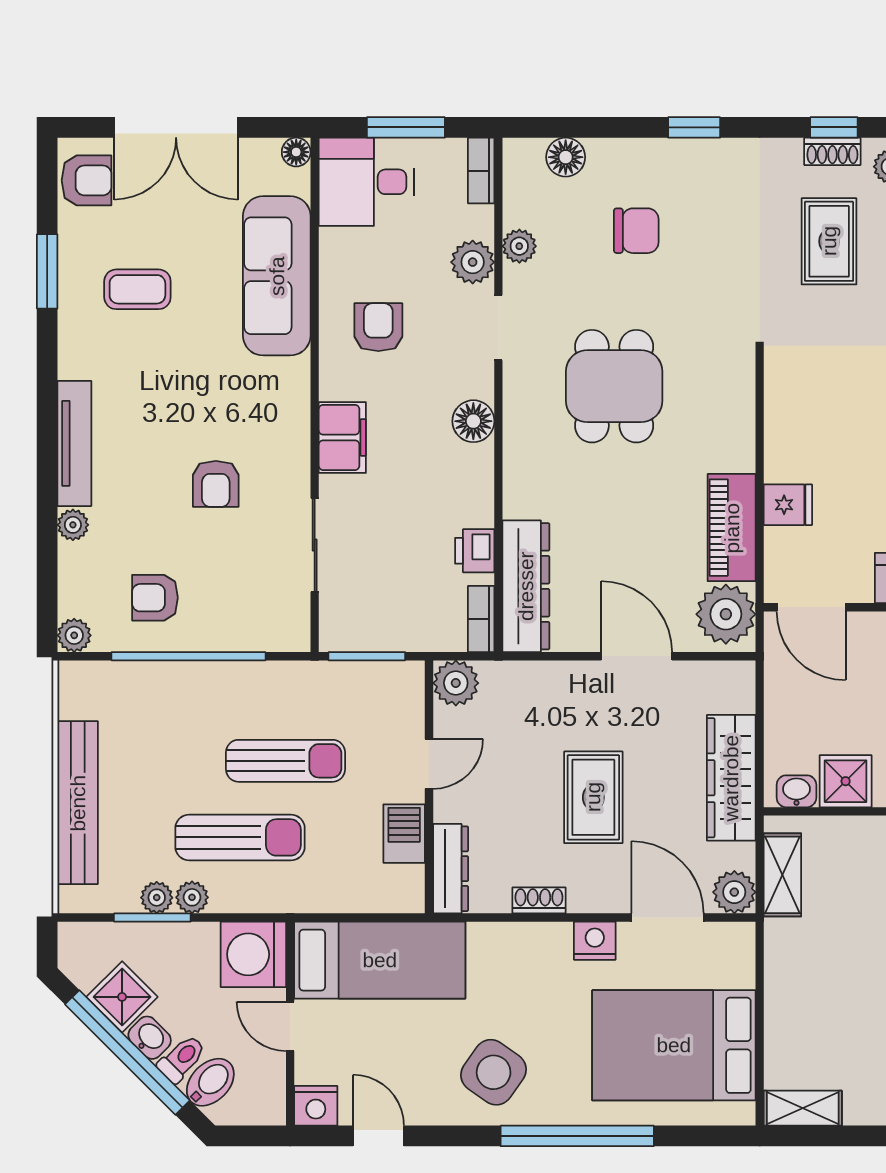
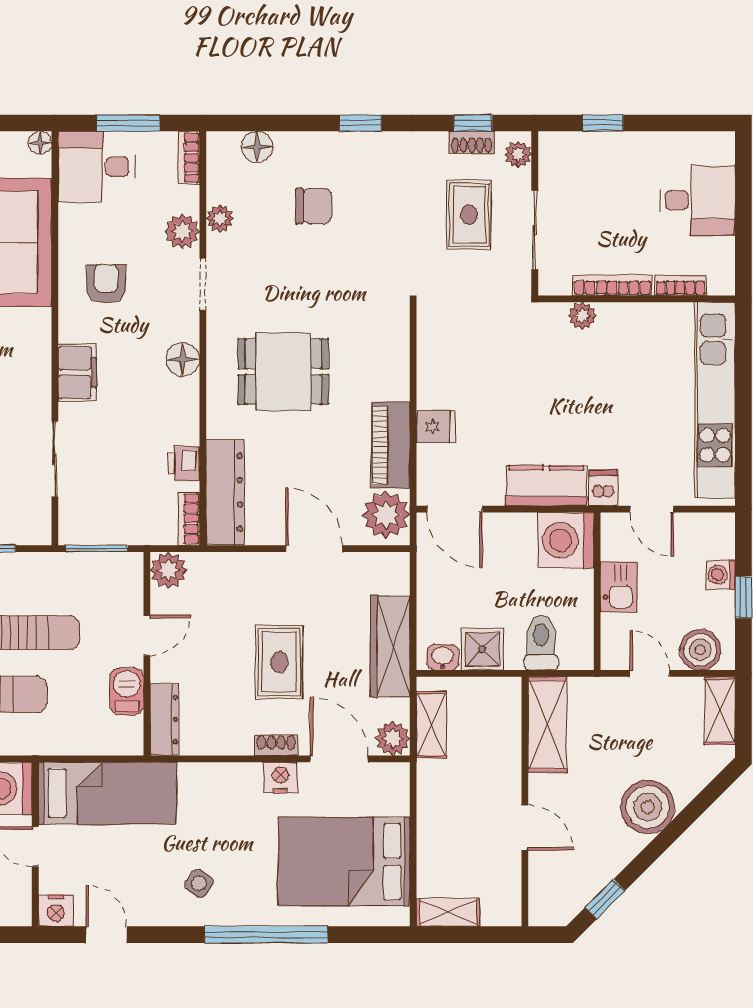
dining table: (614, 386) -> (283, 372), moved, turned 90
shoe rack: (539, 900) -> (276, 745), moved
side table: (494, 1072) -> (199, 883), width x0.54, depth x0.54

